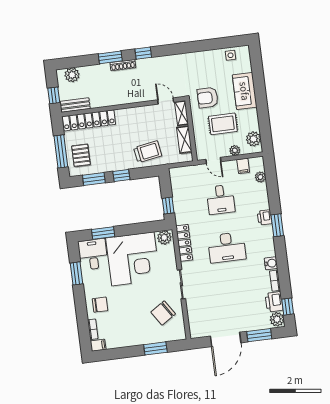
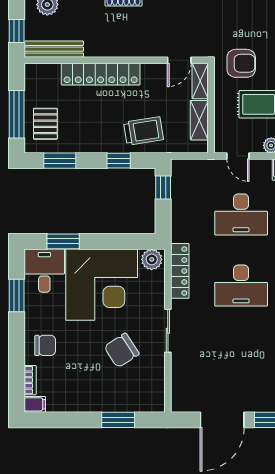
armchair: (208, 98) -> (241, 63), turned 180
door: (166, 101) -> (179, 60), swing flipped
bench: (75, 105) -> (54, 49), width x1.36
locker: (89, 120) -> (101, 74), moved
window: (121, 175) -> (119, 161), moved
desk: (221, 200) -> (241, 214), width x1.37
window: (168, 206) -> (163, 187), moved
chair: (163, 313) -> (122, 350), moved

